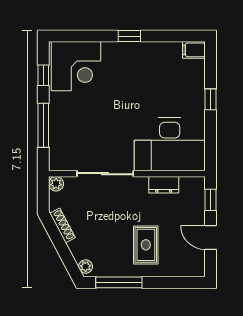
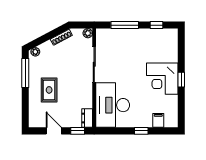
filing cabinet: (194, 50) -> (158, 120), moved
corner desk: (76, 66) -> (162, 79), moved
dresser: (164, 185) -> (87, 118), moved
door: (210, 237) -> (54, 131), hinge flipped
rug: (146, 245) -> (49, 90), turned 90

